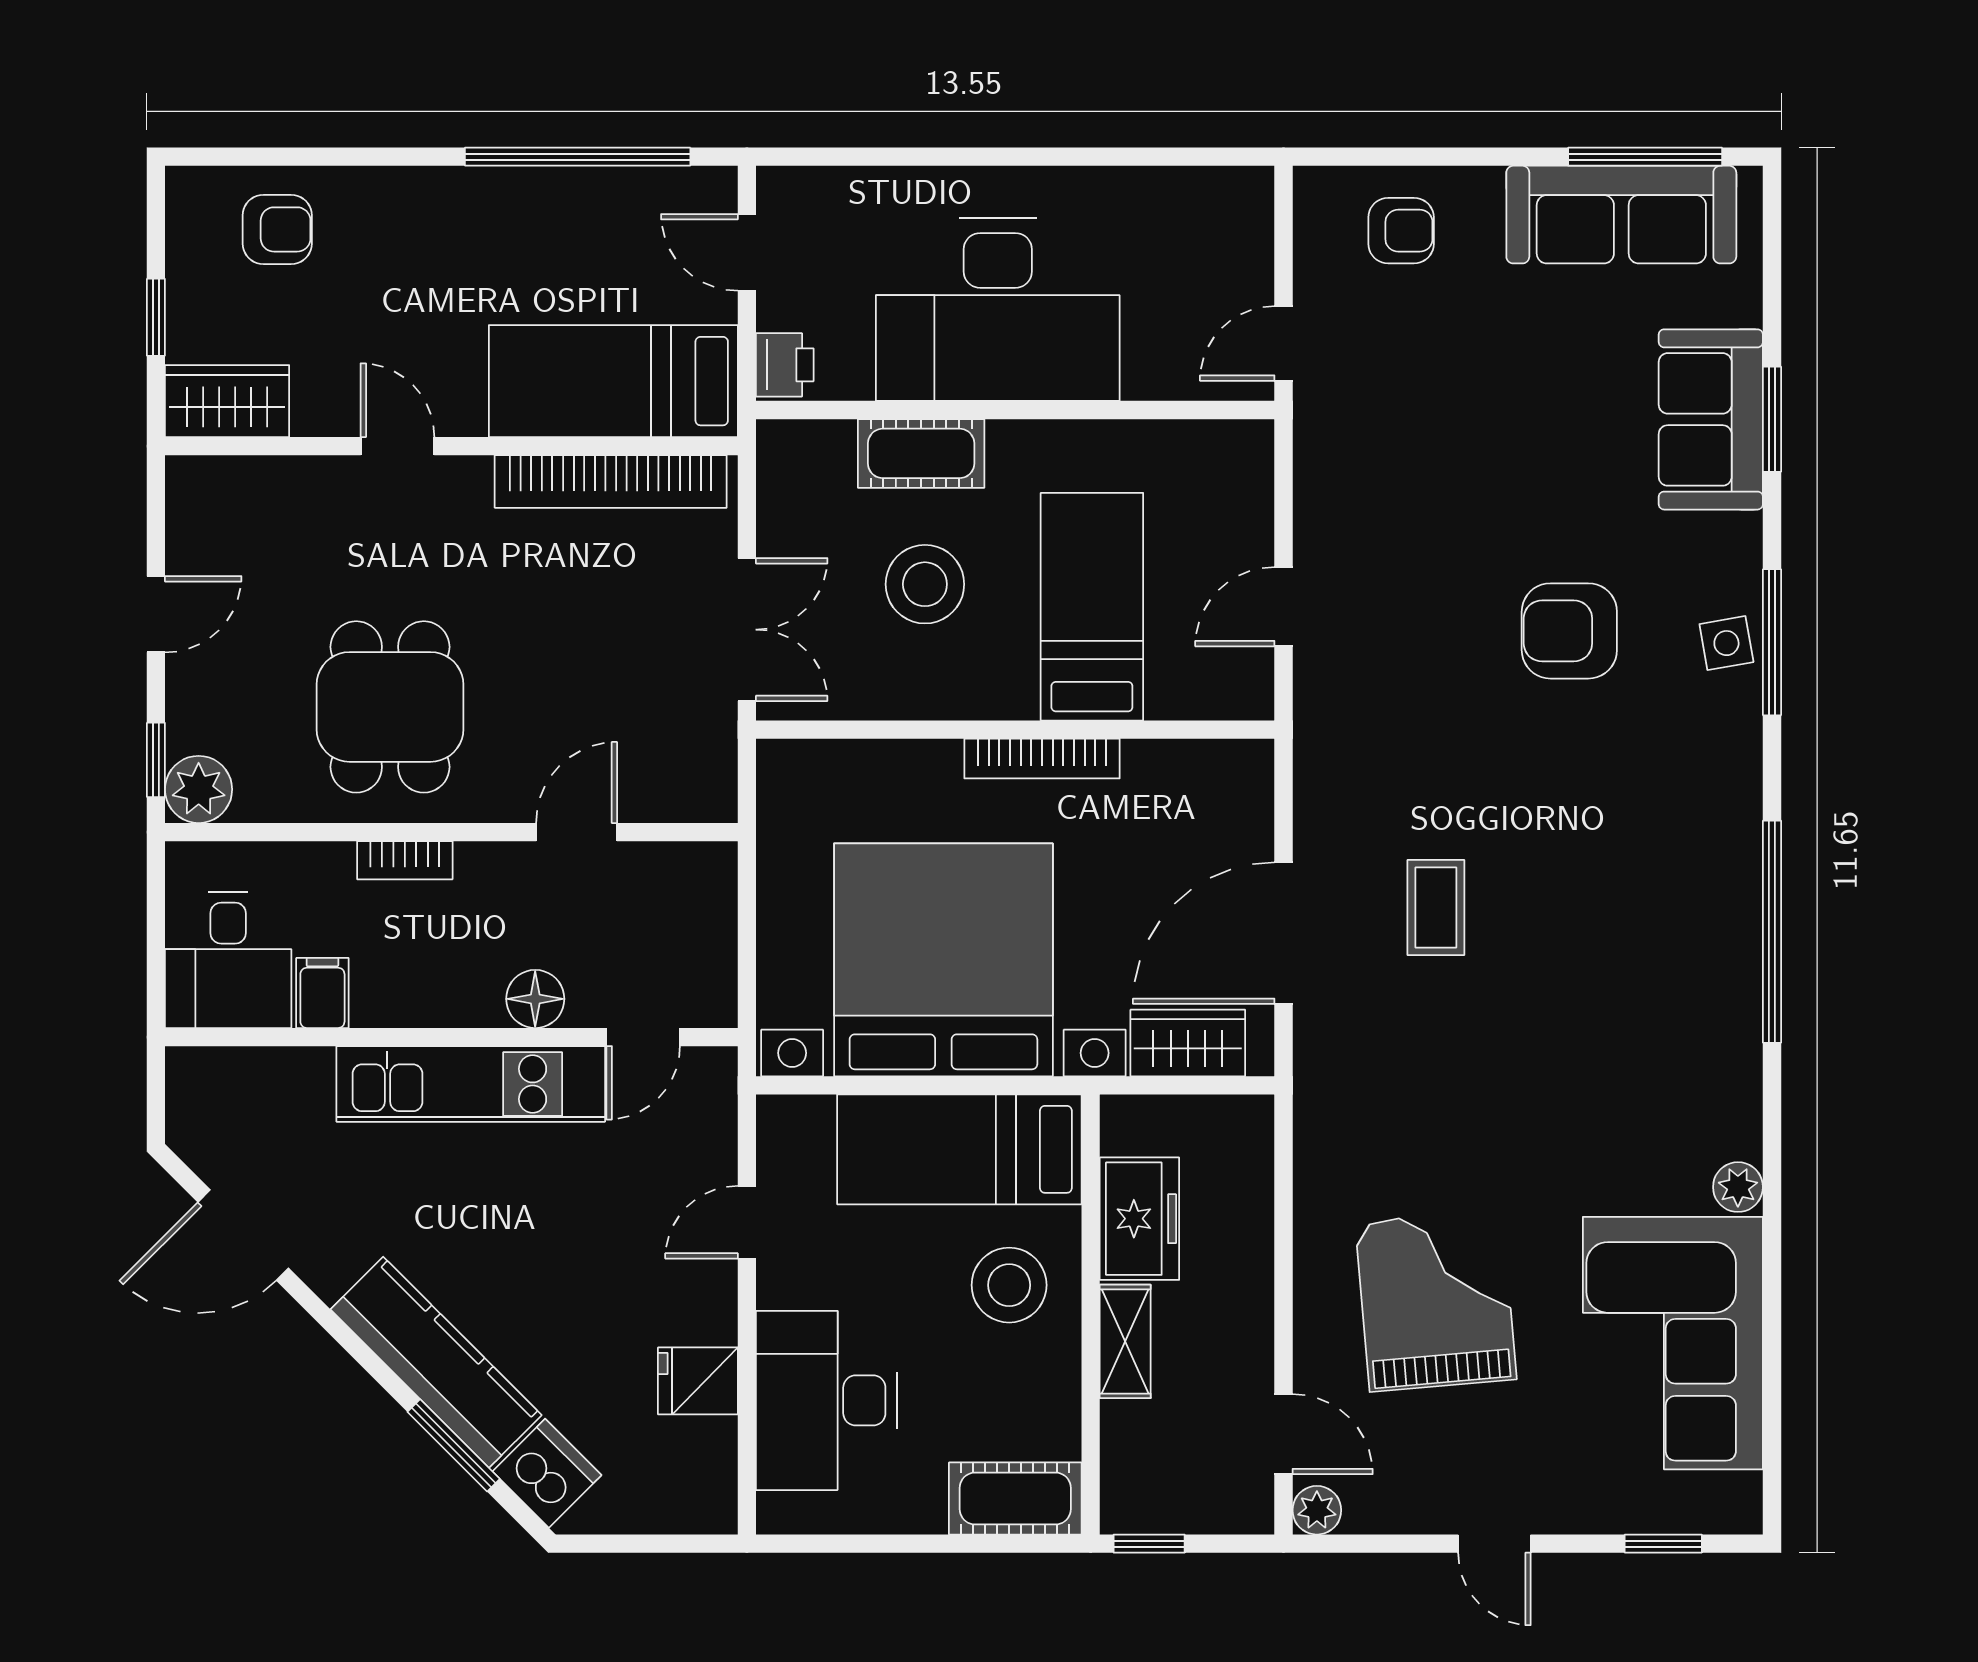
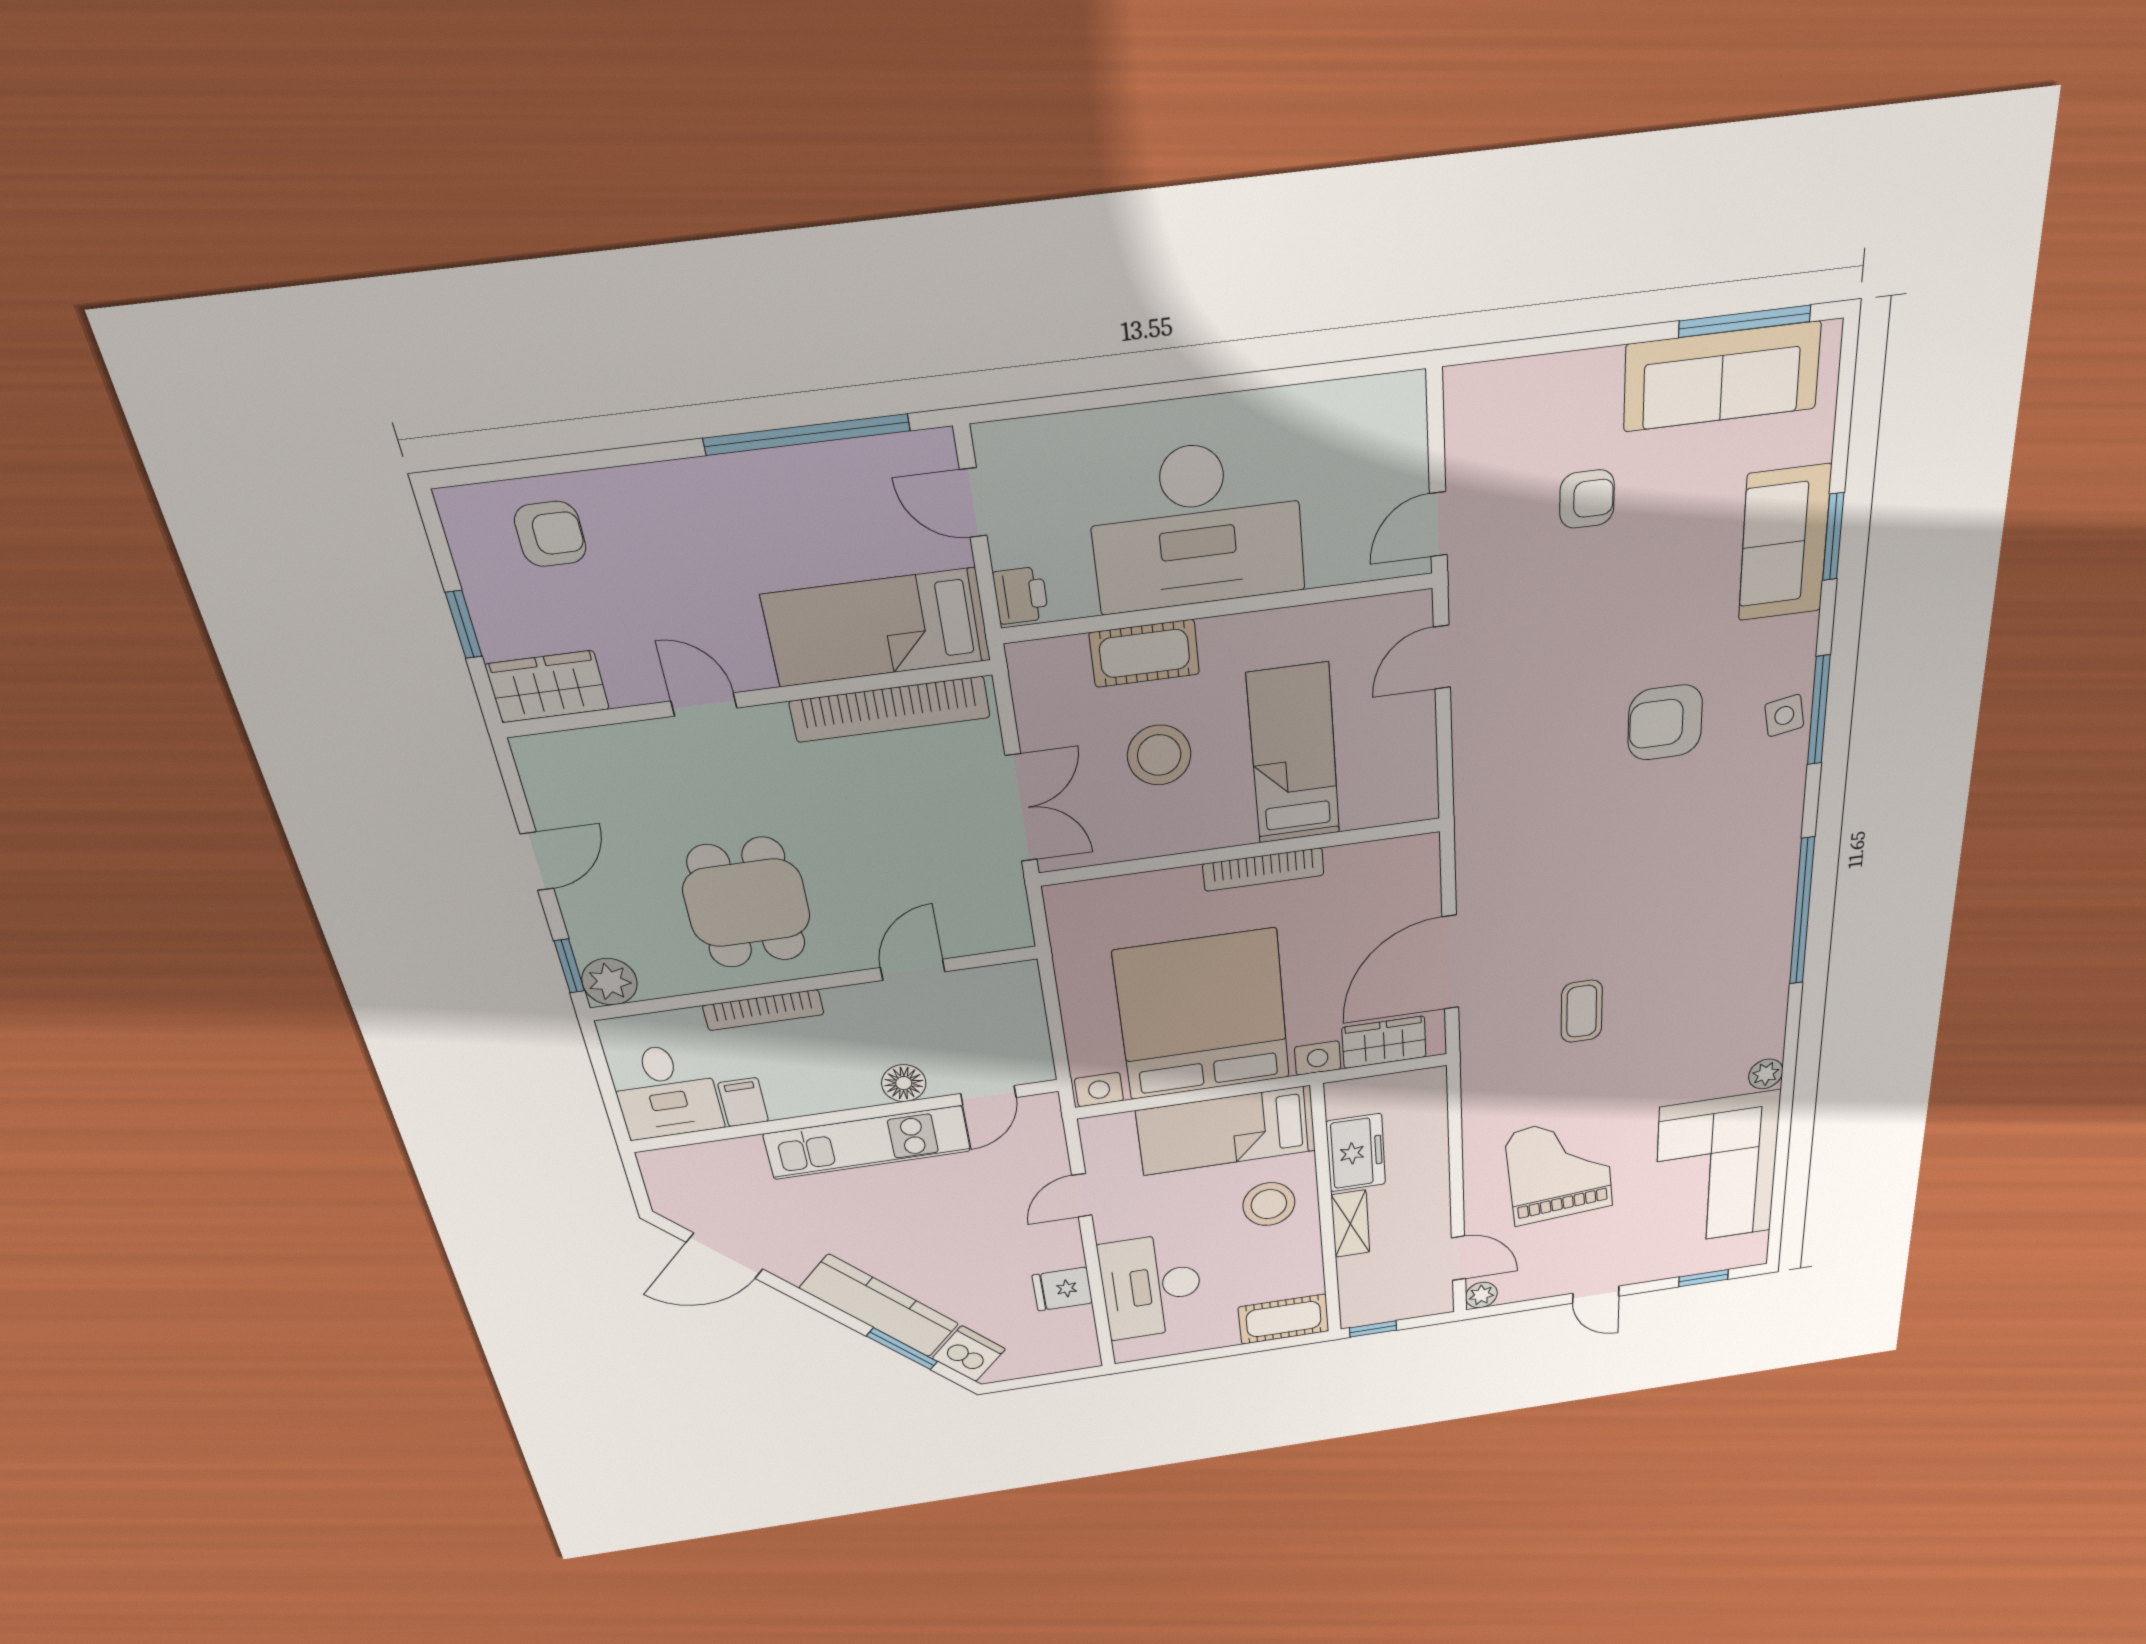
armchair: (1401, 231) -> (1587, 499), moved
door: (1284, 607) -> (1442, 657), moved
bookcase: (405, 860) -> (763, 1010), width x1.56
coffee table: (1436, 907) -> (1582, 1011), moved

